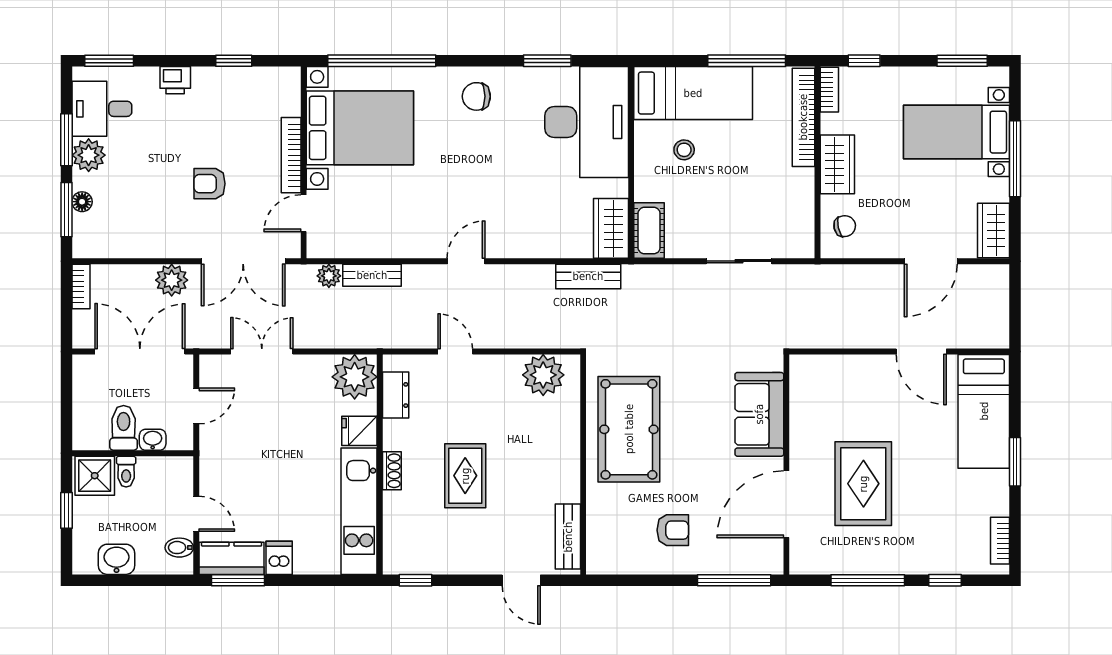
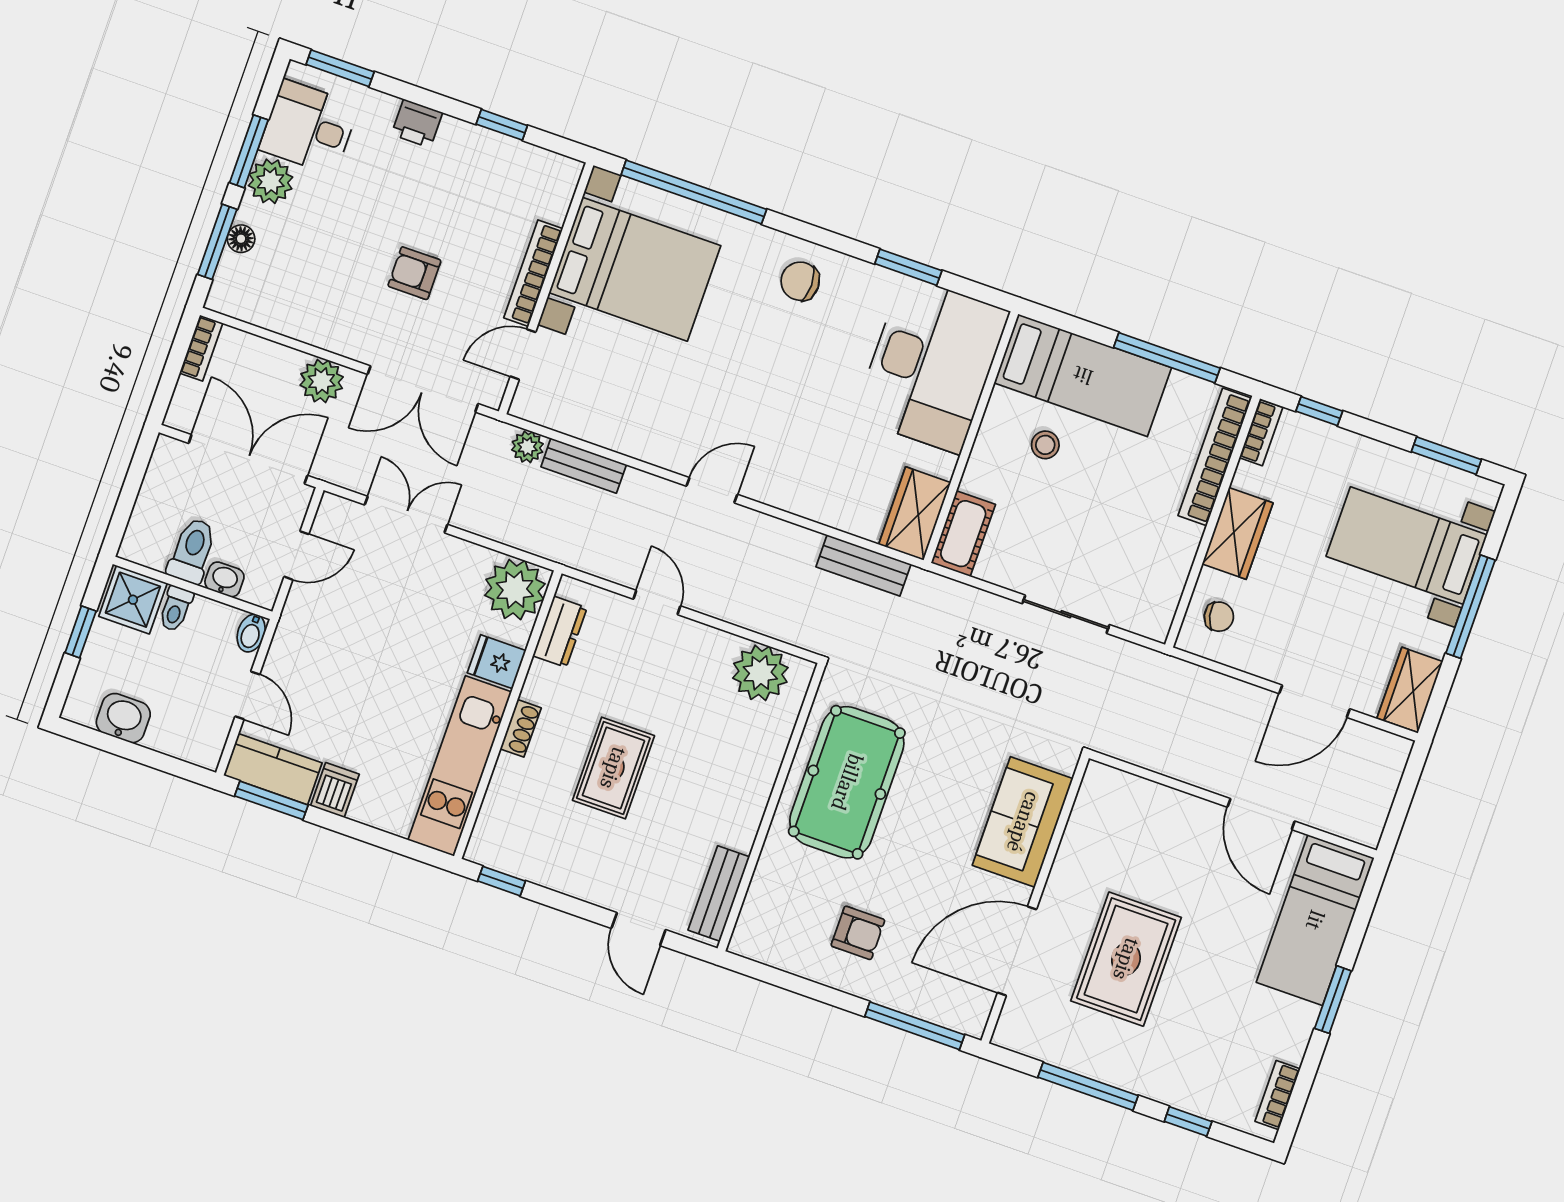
bidet: (179, 548) -> (251, 633), moved, turned -90

